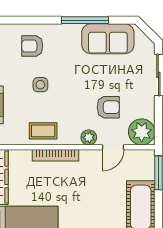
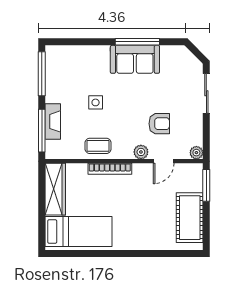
sofa: (108, 39) -> (135, 59), moved
armchair: (32, 46) -> (88, 66), removed
plant: (142, 132) -> (196, 153), width x0.53, depth x0.53

